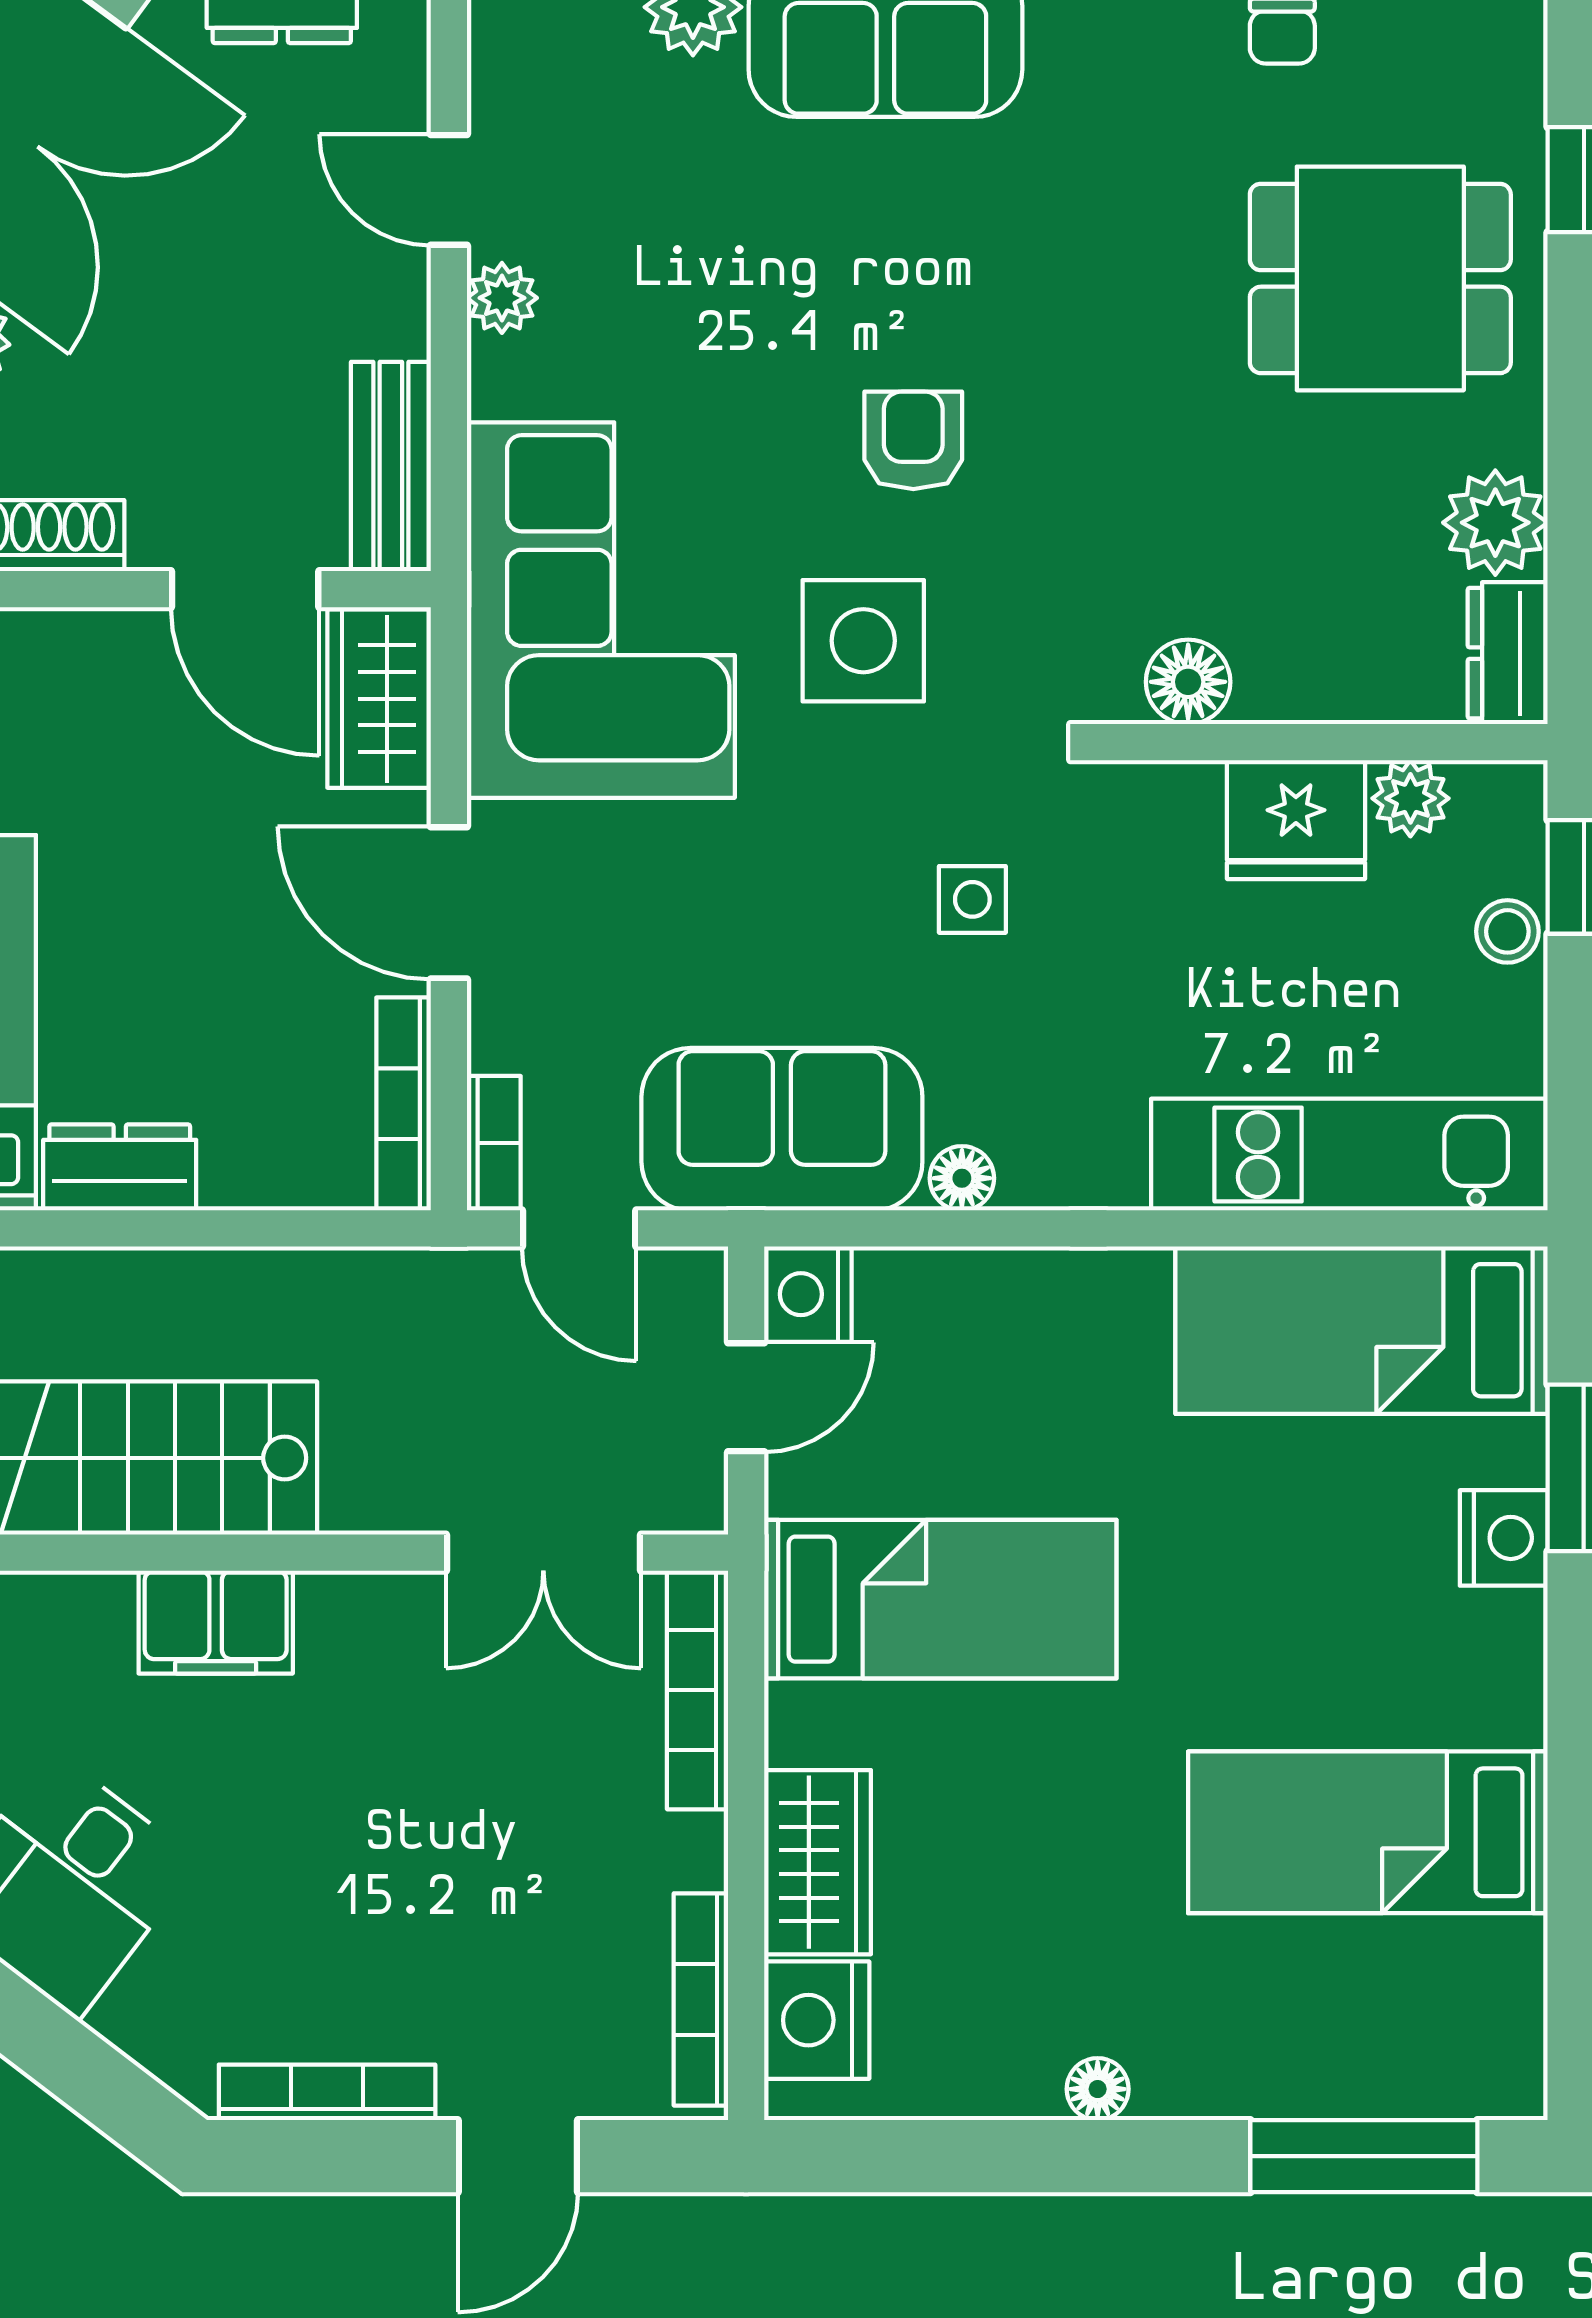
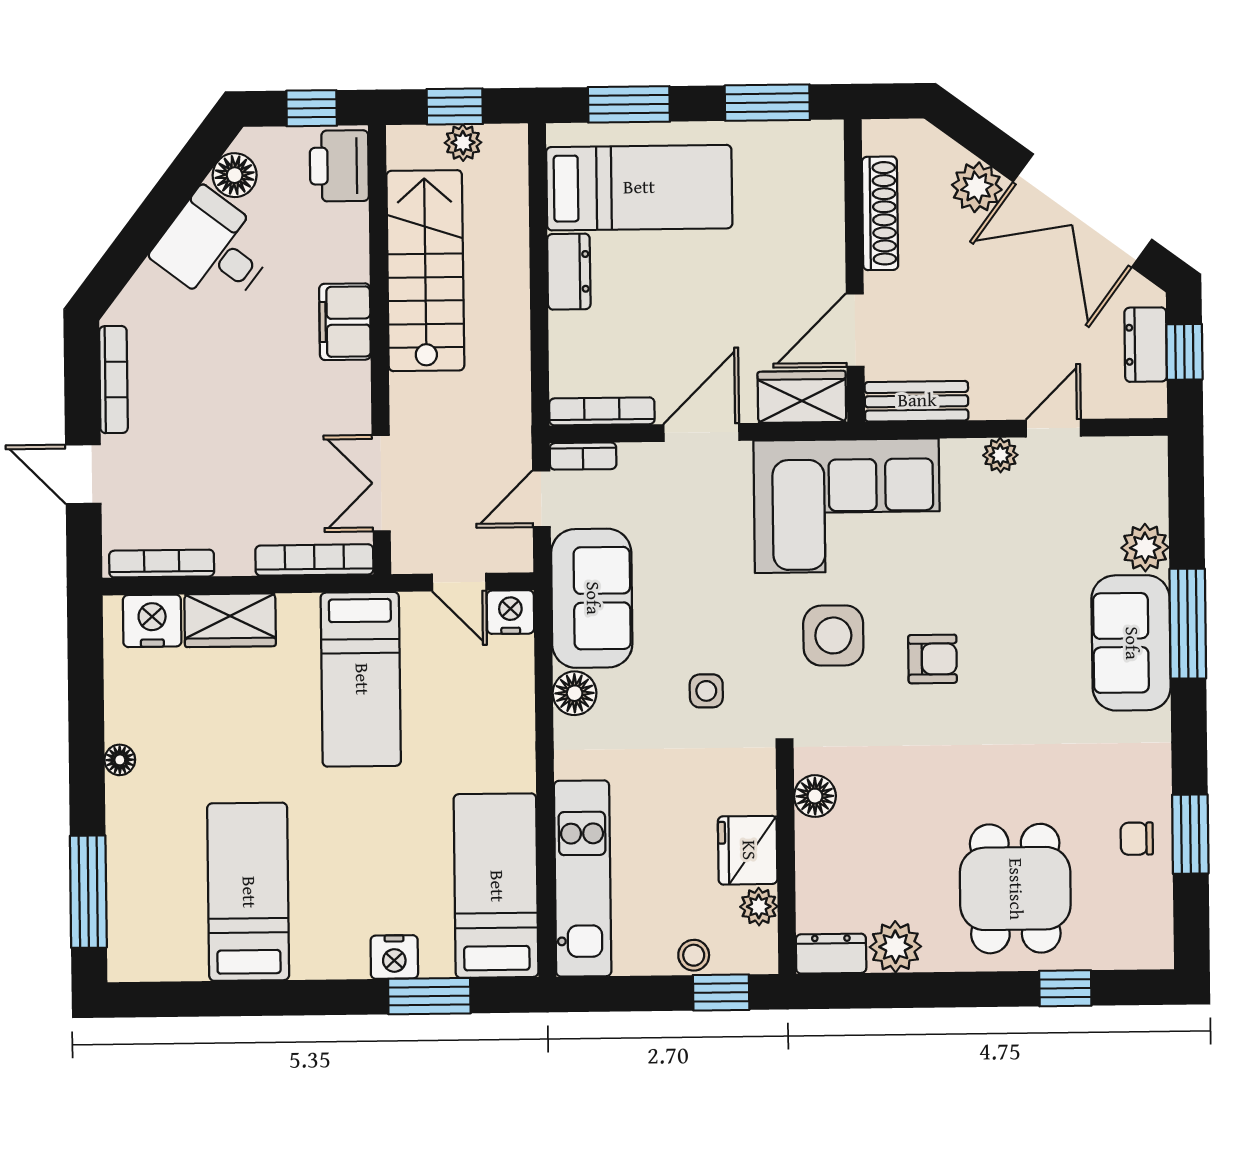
floor lamp: (962, 1178) -> (575, 693), width x1.37, depth x1.37

